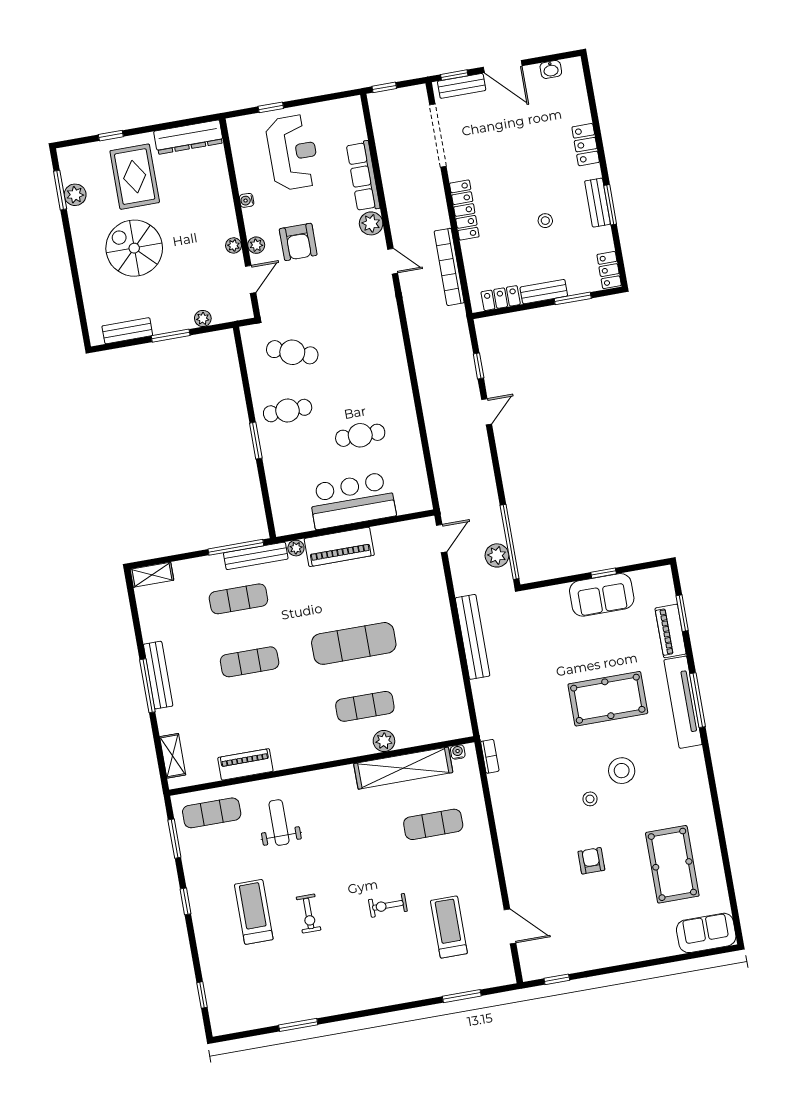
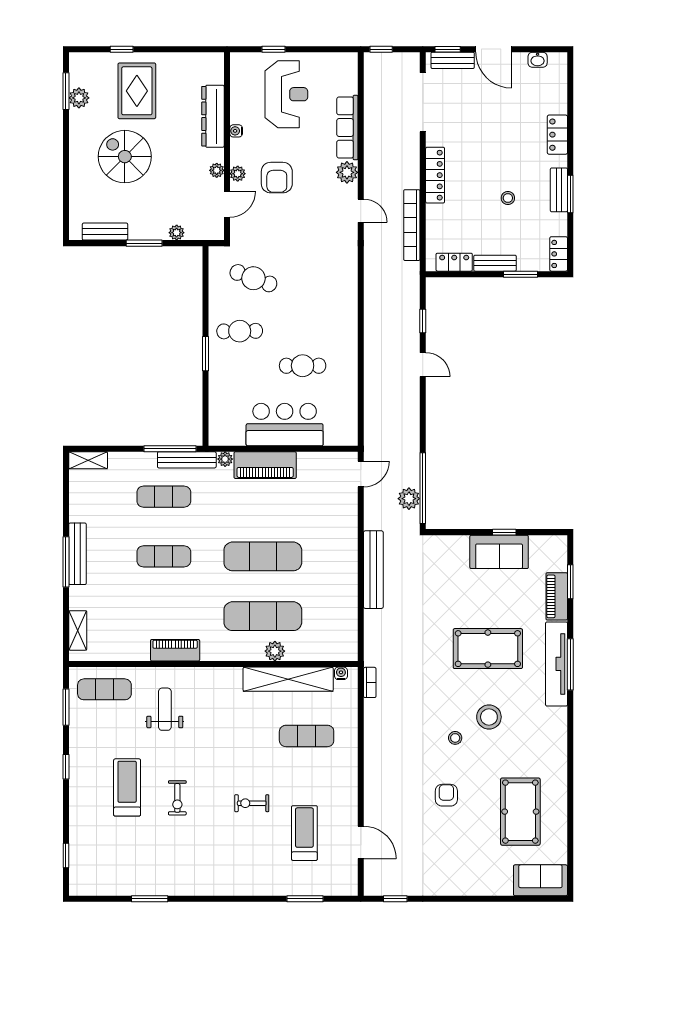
dresser: (188, 137) -> (213, 116), moved, turned 90
door: (487, 412) -> (423, 365), hinge flipped
exercise mat: (365, 706) -> (263, 616), width x1.36, depth x1.45
piano: (245, 764) -> (175, 650), moved

